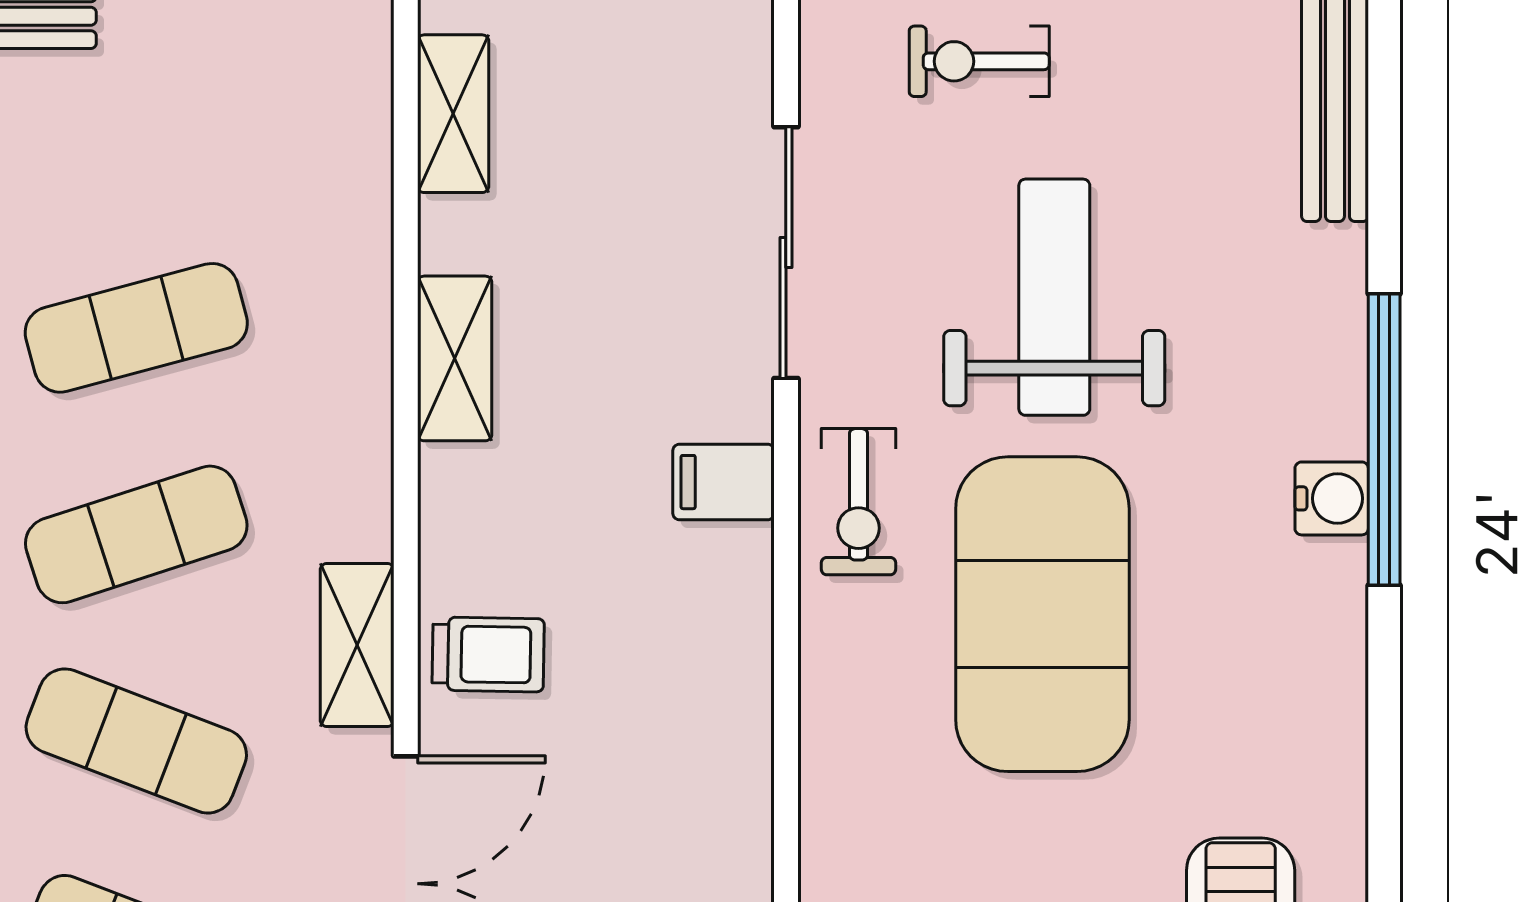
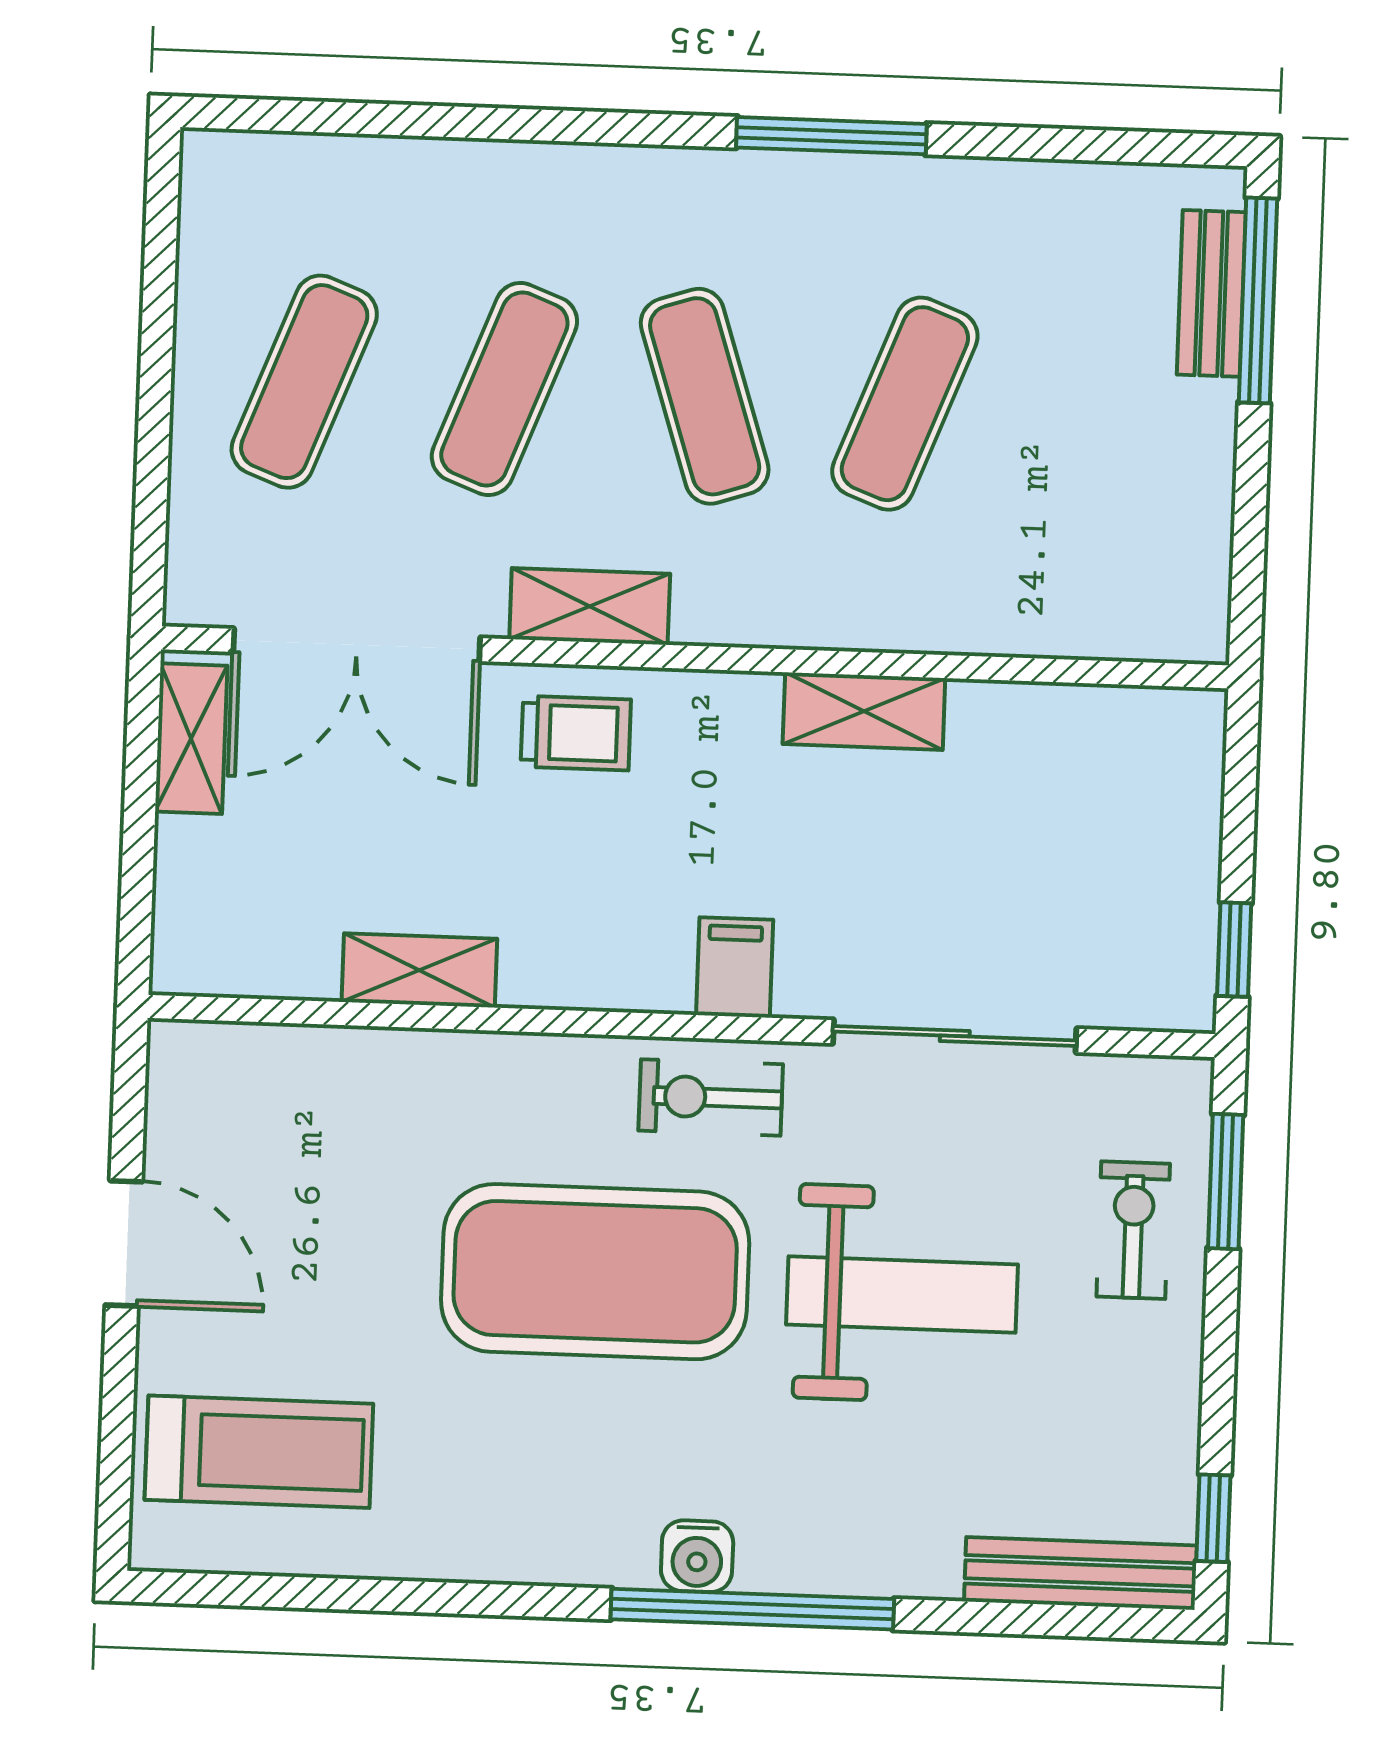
shelving: (453, 114) -> (419, 970), moved
exercise mat: (136, 328) -> (905, 404), turned 36
trolley: (488, 654) -> (576, 733), turned -91

